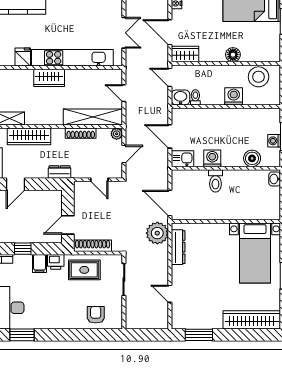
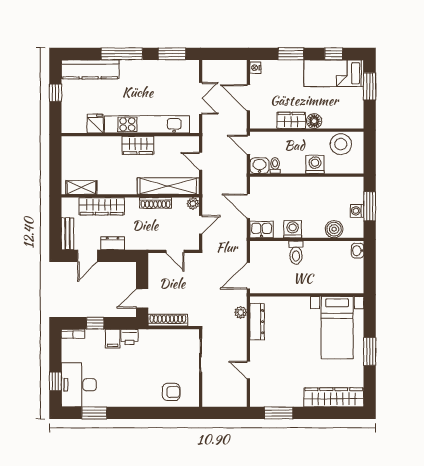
wardrobe: (185, 54) -> (291, 120), moved
wardrobe: (49, 78) -> (138, 145), moved
dresser: (60, 172) -> (113, 243), moved
door: (170, 203) -> (248, 276), hinge flipped
plant: (157, 233) -> (241, 312), width x0.53, depth x0.53
rug: (84, 270) -> (159, 345), removed
armchair: (96, 315) -> (171, 392), turned 90

